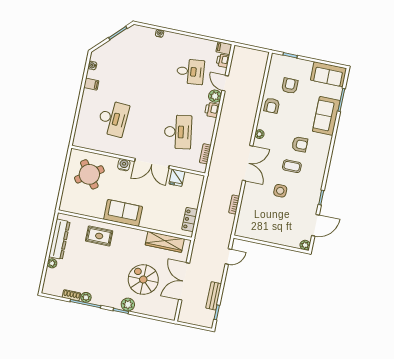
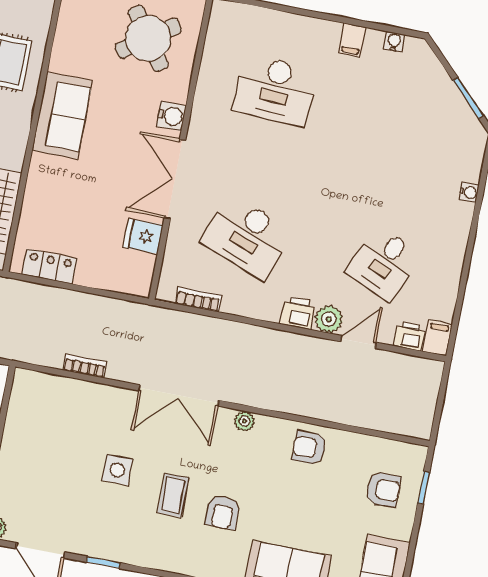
desk: (190, 72) -> (384, 263), turned 30
armchair: (290, 86) -> (383, 489), moved
desk: (178, 132) -> (247, 237), turned 30

